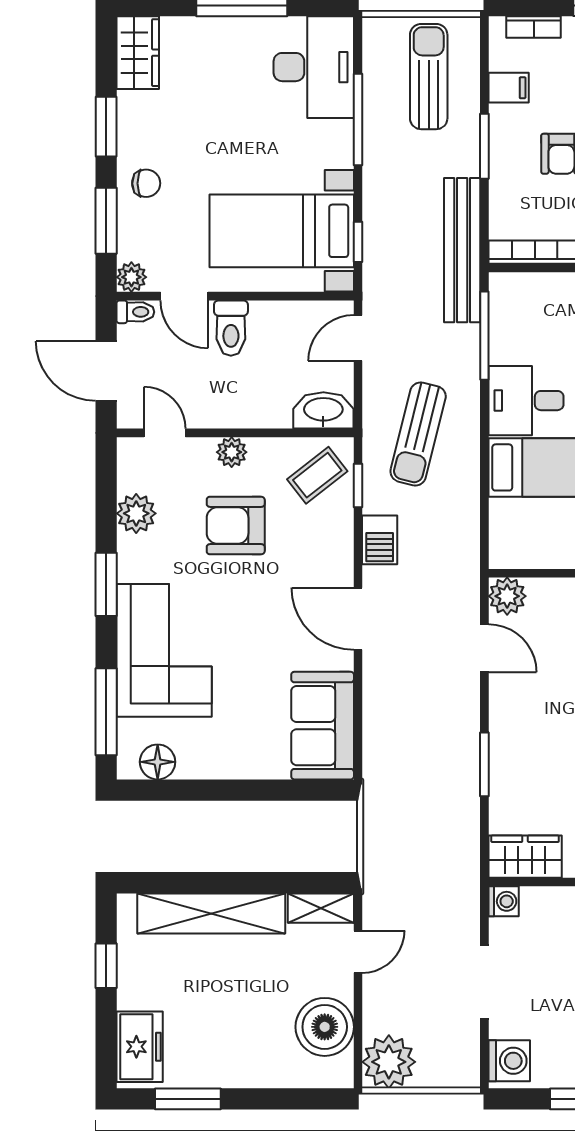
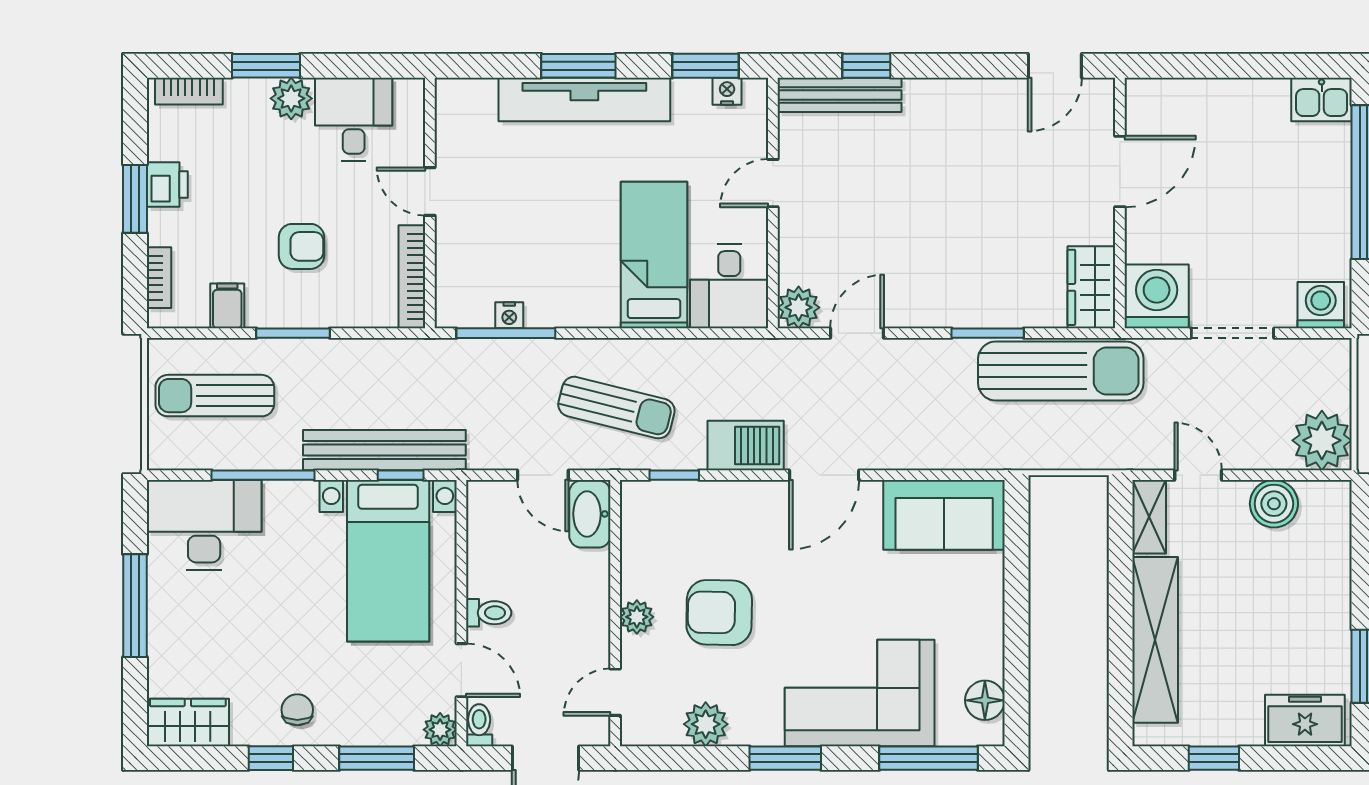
window: (106, 127) -> (271, 758), width x0.67
chair: (146, 183) -> (297, 710), moved
bench: (462, 250) -> (384, 450), moved
door: (184, 296) -> (461, 670), hinge flipped
toilet: (231, 328) -> (489, 613), width x0.73, depth x0.72
door: (358, 338) -> (543, 475), moved
nightstand: (500, 339) -> (509, 315), added
desk: (526, 401) -> (729, 286), moved
coffee table: (317, 475) -> (663, 521), removed
armchair: (236, 525) -> (719, 613), turned 91
barbecue: (380, 540) -> (746, 446), width x1.38, depth x1.27
sun lounger: (451, 829) -> (1061, 371), added
washing machine: (504, 901) -> (1157, 296), width x1.89, depth x1.89
boiler: (325, 1027) -> (1274, 504), width x0.73, depth x0.73

